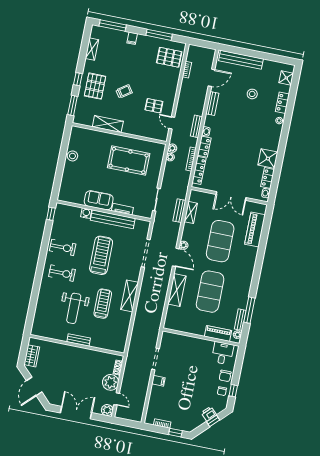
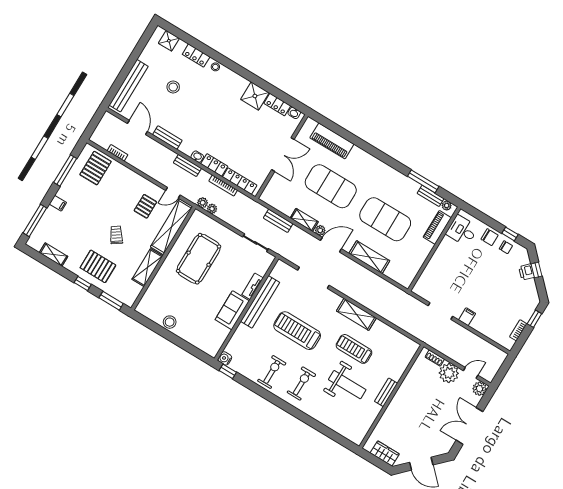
shelving: (145, 131) -> (172, 227), added
shelving: (191, 212) -> (304, 220), moved
water cooler: (86, 213) -> (225, 358), moved

